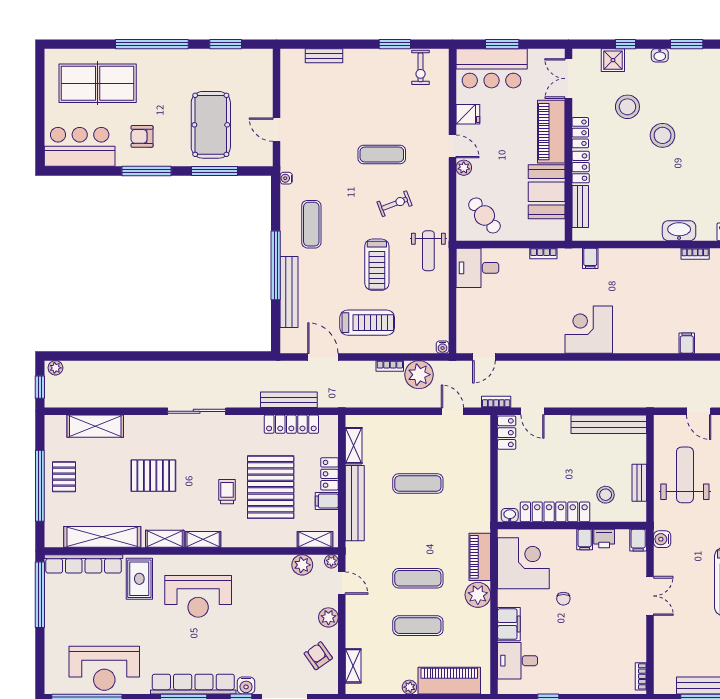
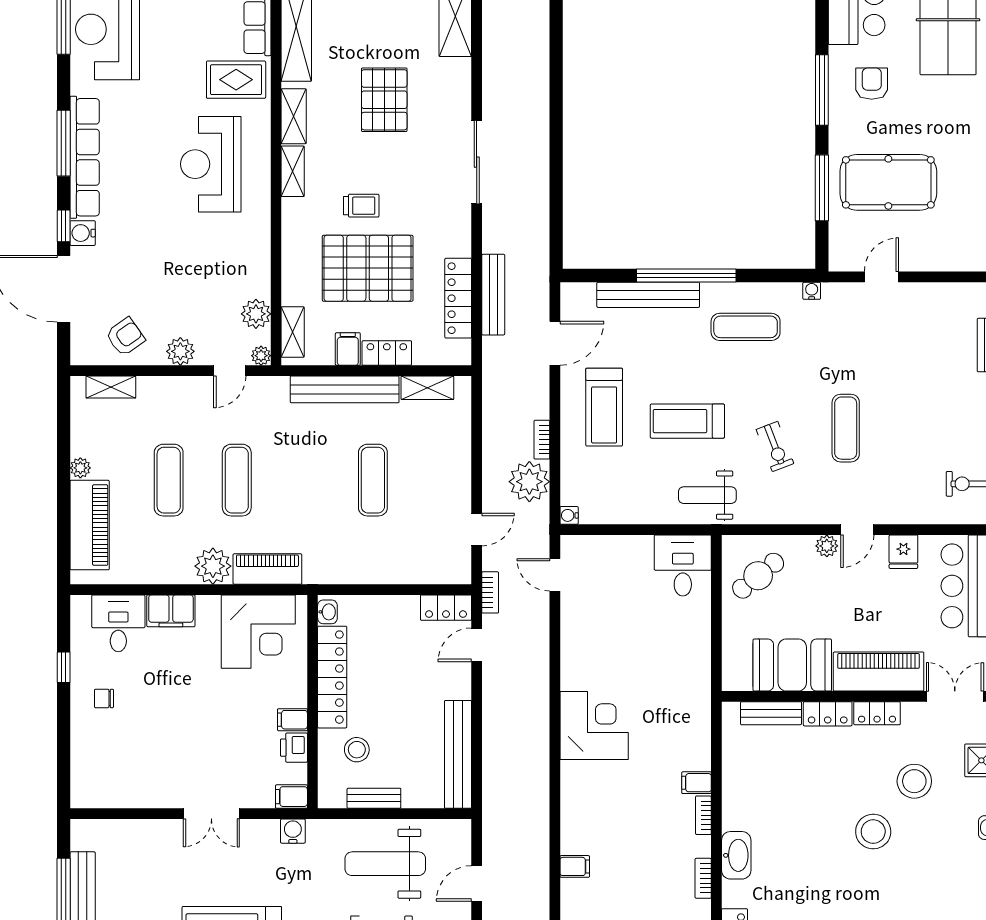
bookcase: (543, 253) -> (703, 815), moved
filing cabinet: (590, 258) -> (697, 783), moved
weight bench: (685, 475) -> (385, 864), turned 180
chair: (563, 599) -> (104, 698), moved
bookcase: (641, 676) -> (96, 801), removed

